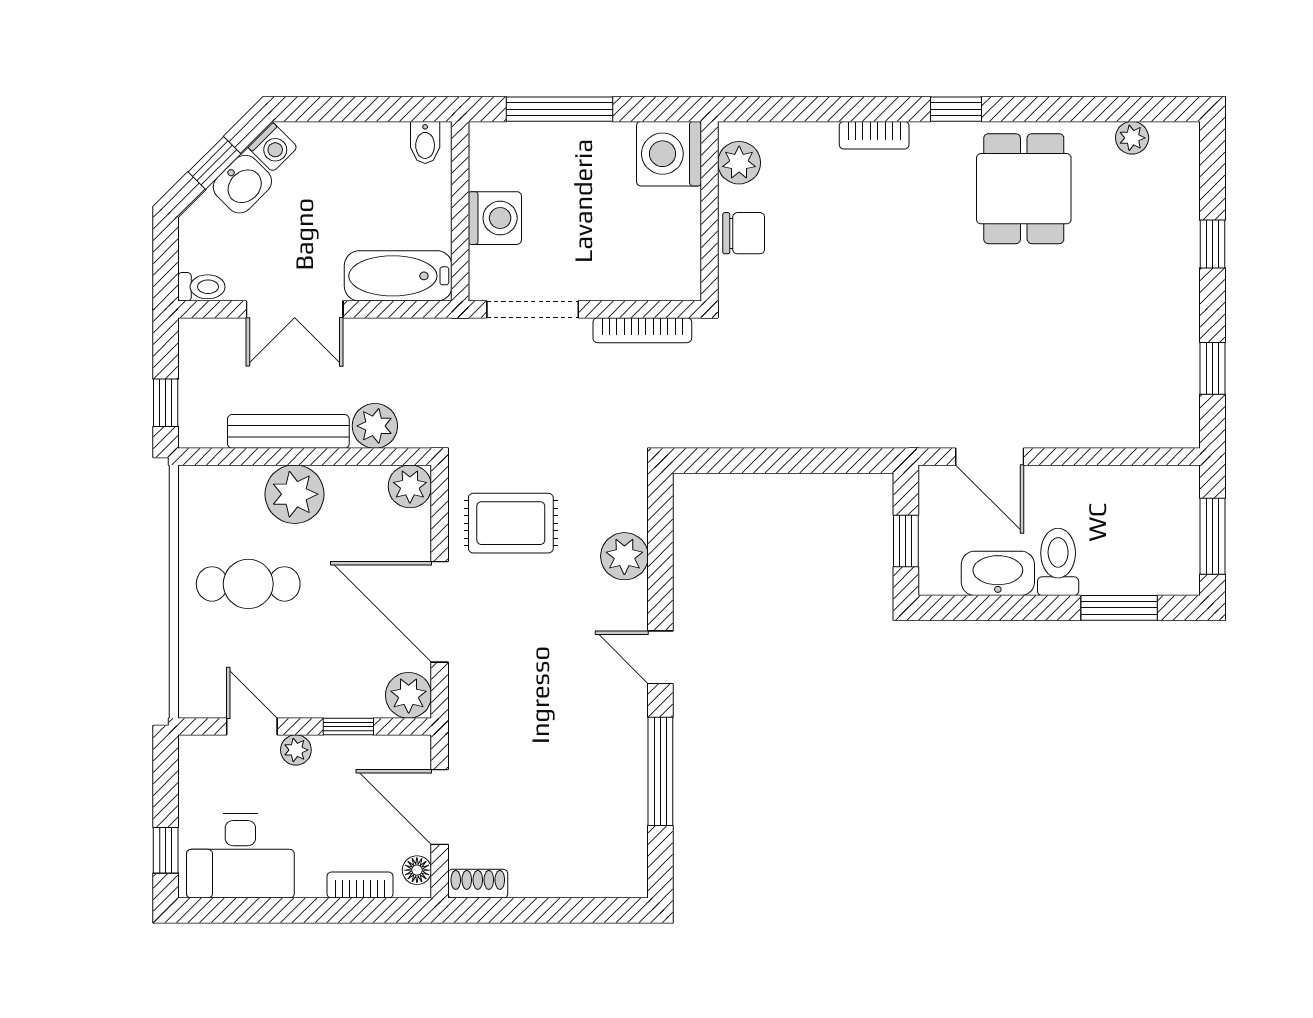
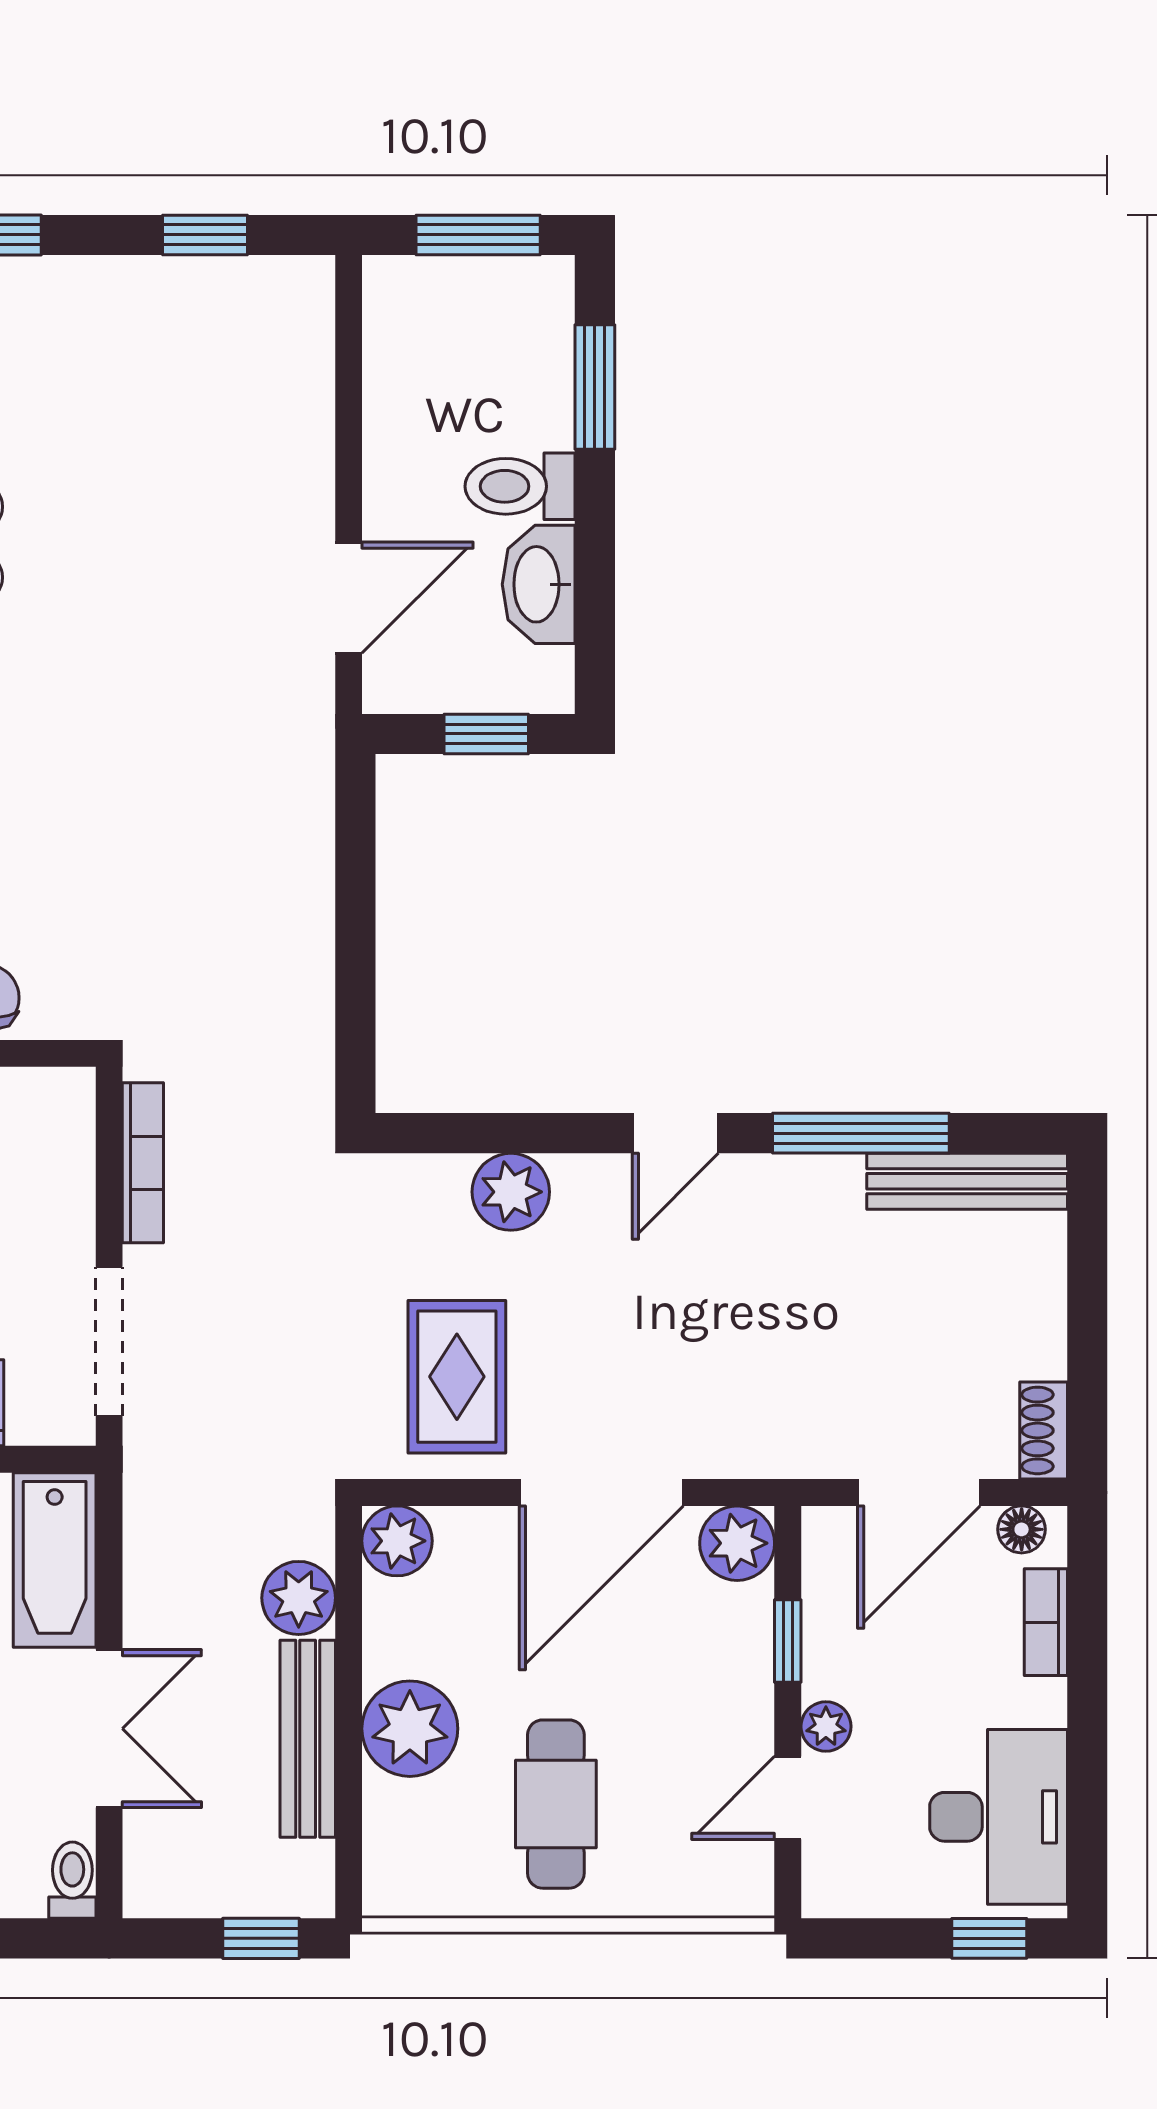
bench: (631, 837) -> (967, 1181), added

